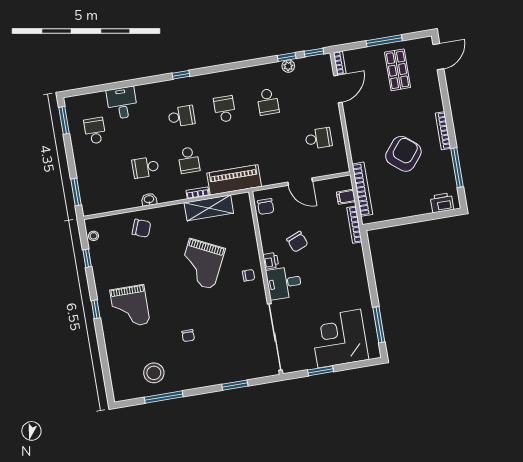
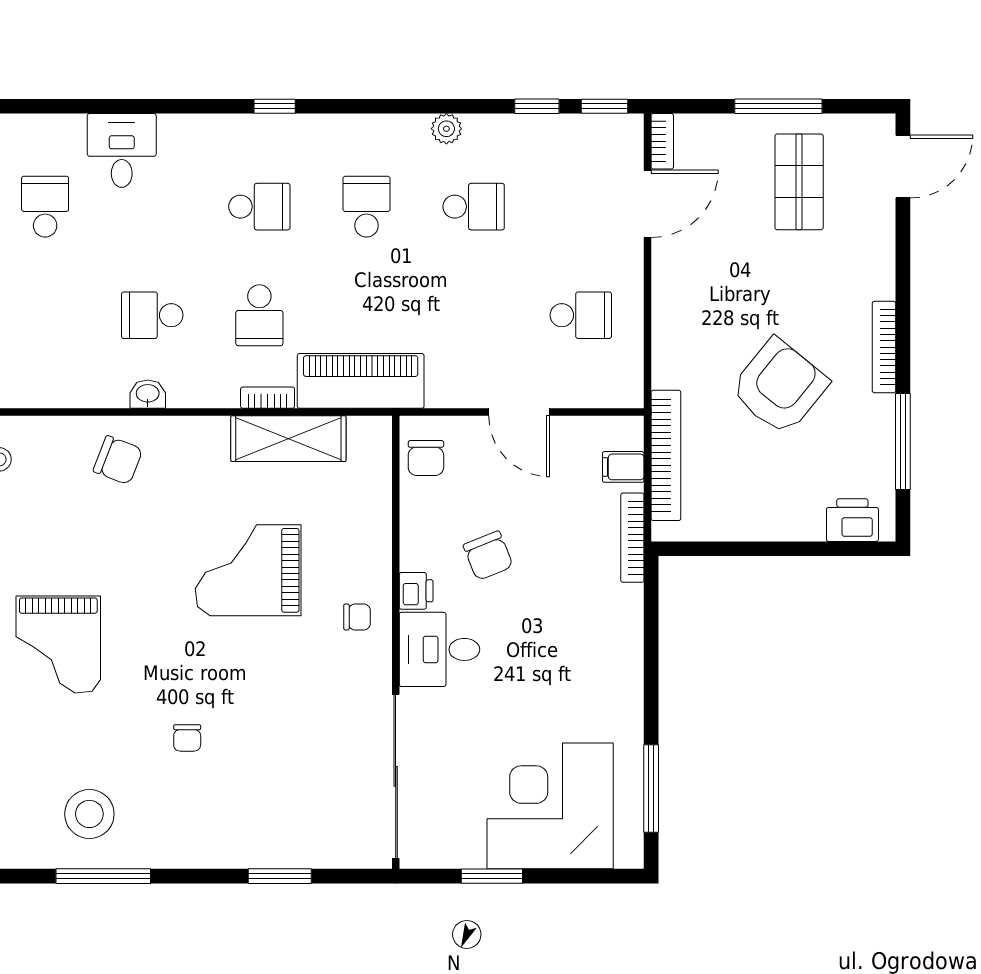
plant: (288, 66) -> (446, 129), moved
school desk: (268, 102) -> (474, 207), turned -90
grand piano: (201, 264) -> (248, 570), turned 64

